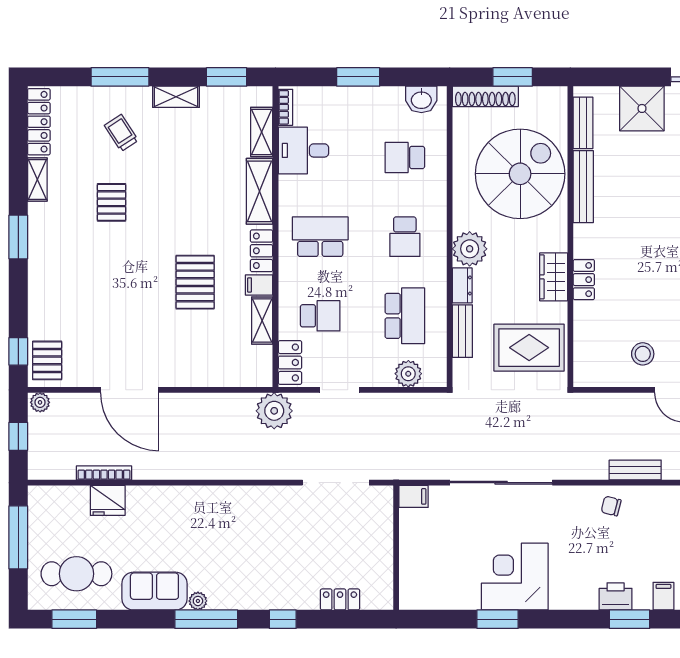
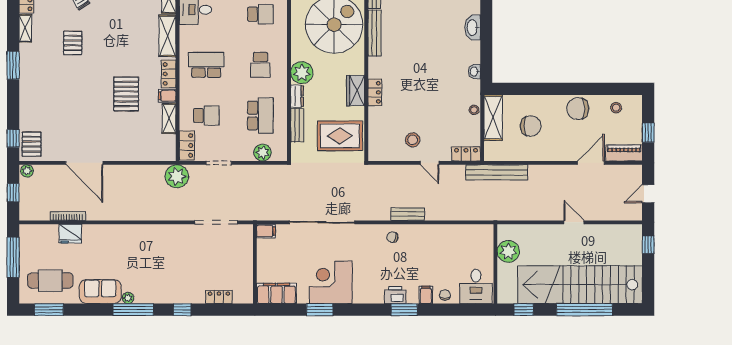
school desk: (405, 157) -> (260, 14), turned 180
filing cabinet: (430, 594) -> (276, 293), added

